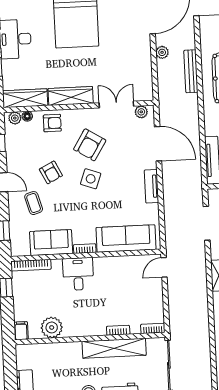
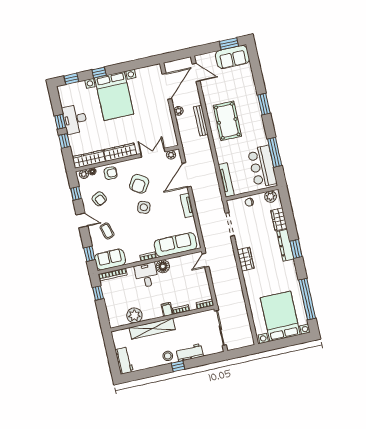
door: (158, 144) -> (186, 175), swing flipped
armchair: (51, 172) -> (99, 199), moved
sofa: (51, 243) -> (110, 259), moved
floor lamp: (103, 266) -> (163, 266), added
filing cabinet: (21, 331) -> (167, 309), moved
shelving: (114, 348) -> (152, 329), moved

